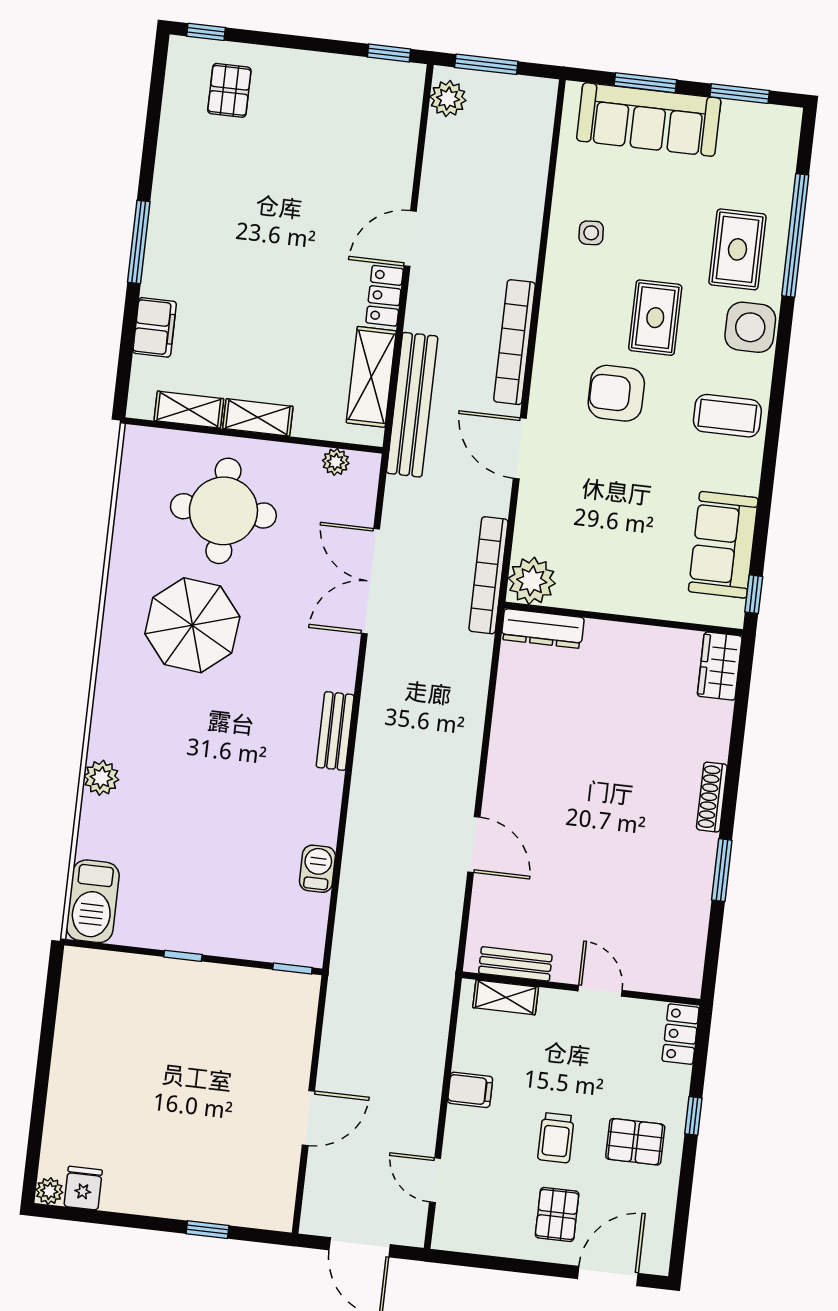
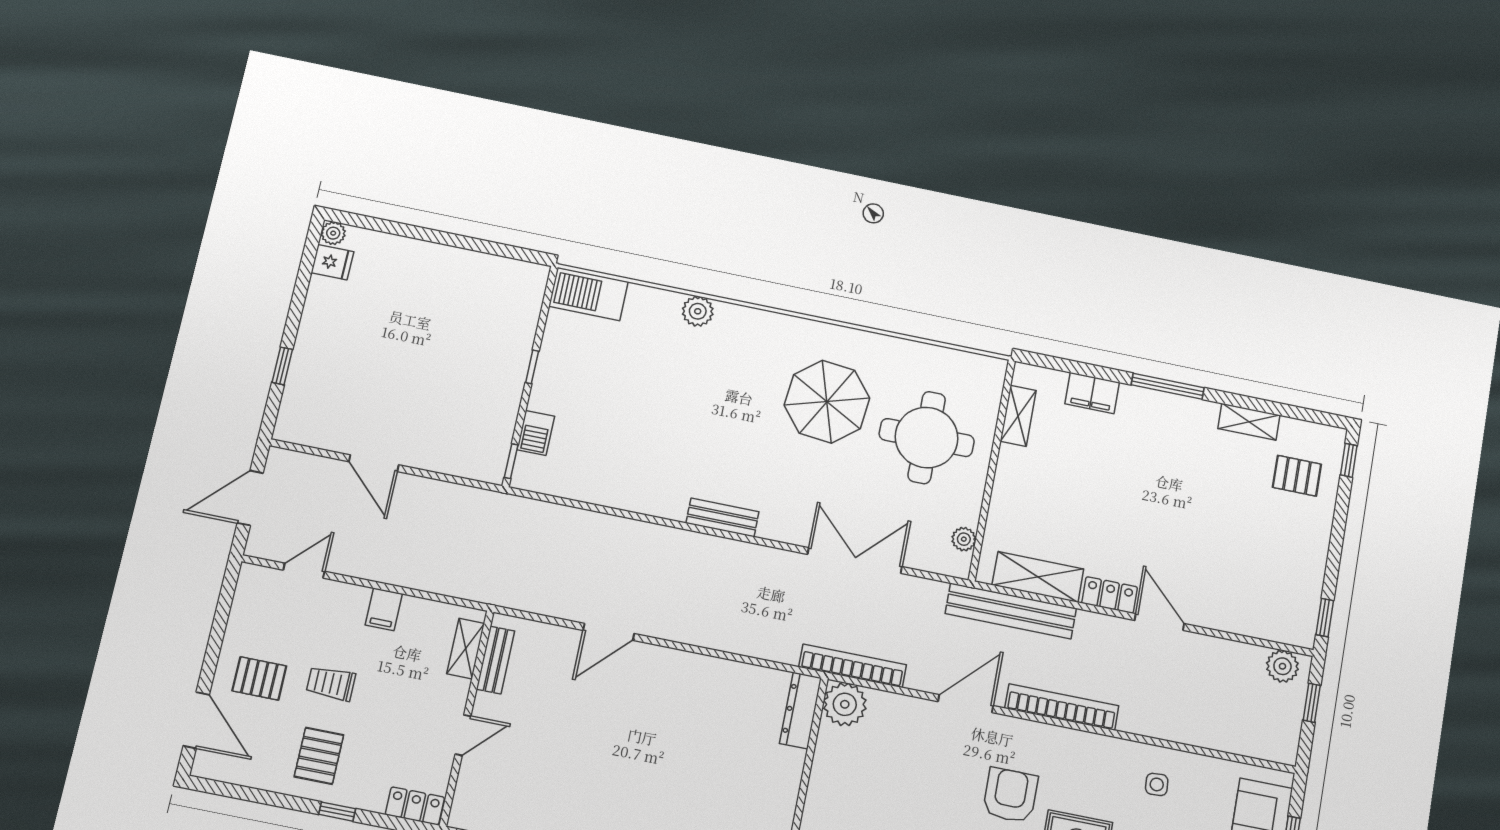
window: (486, 64) -> (1312, 703), width x0.67
shelving: (258, 417) -> (1249, 422), moved, turned 90
barbecue: (317, 869) -> (536, 433), moved, turned 90

